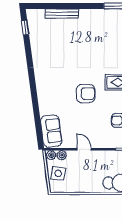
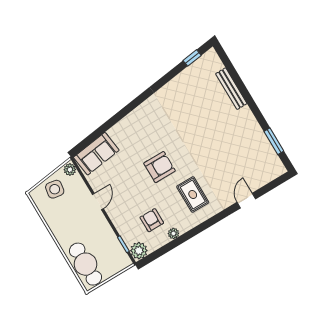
armchair: (86, 94) -> (160, 167), turned -90
plant: (62, 155) -> (77, 181), removed

